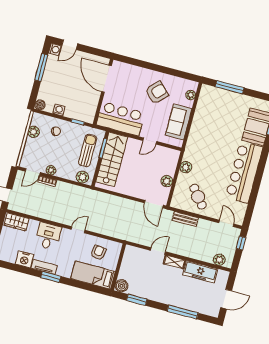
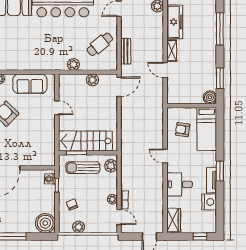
boiler: (40, 105) -> (45, 223), width x1.86, depth x1.86
washing machine: (59, 110) -> (50, 179), moved
bar counter: (120, 119) -> (42, 143), removed

